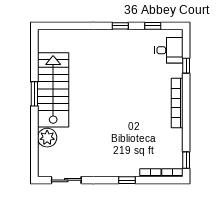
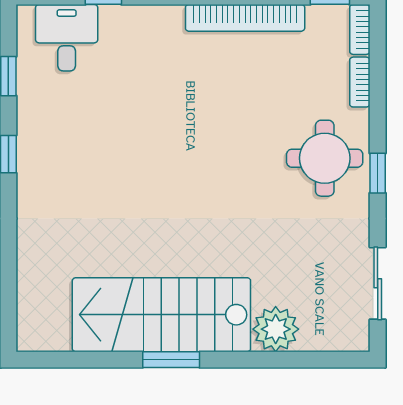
bookcase: (177, 103) -> (245, 18), moved
round table: (119, 158) -> (325, 158), added
window: (127, 180) -> (378, 173), moved

